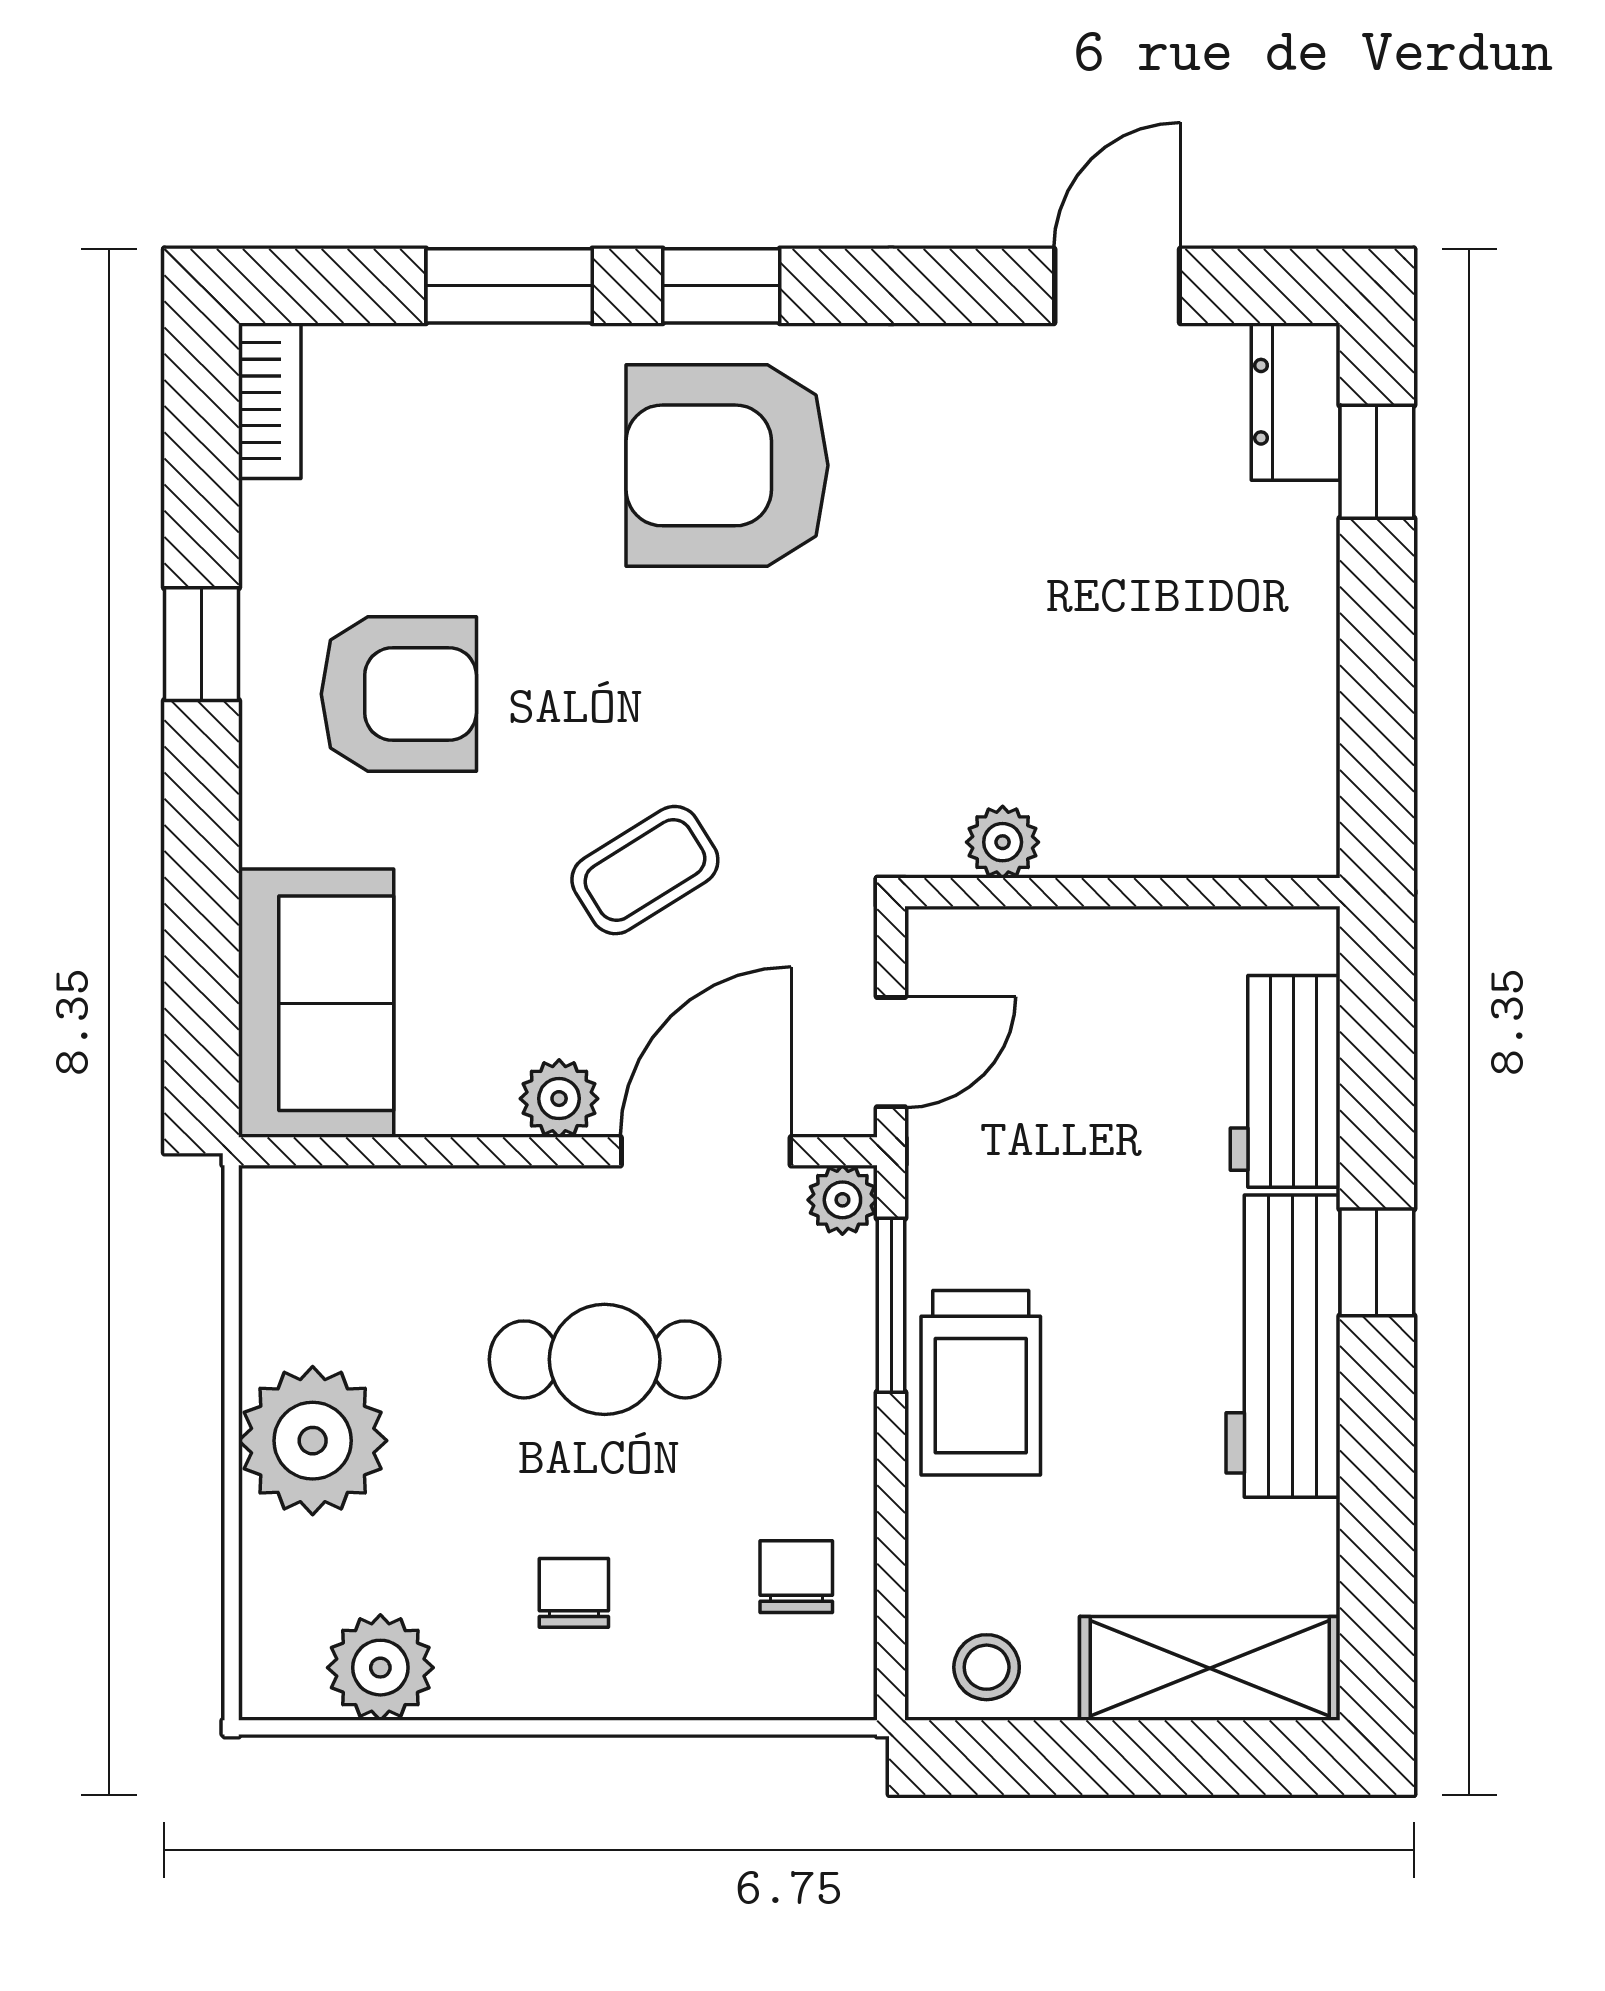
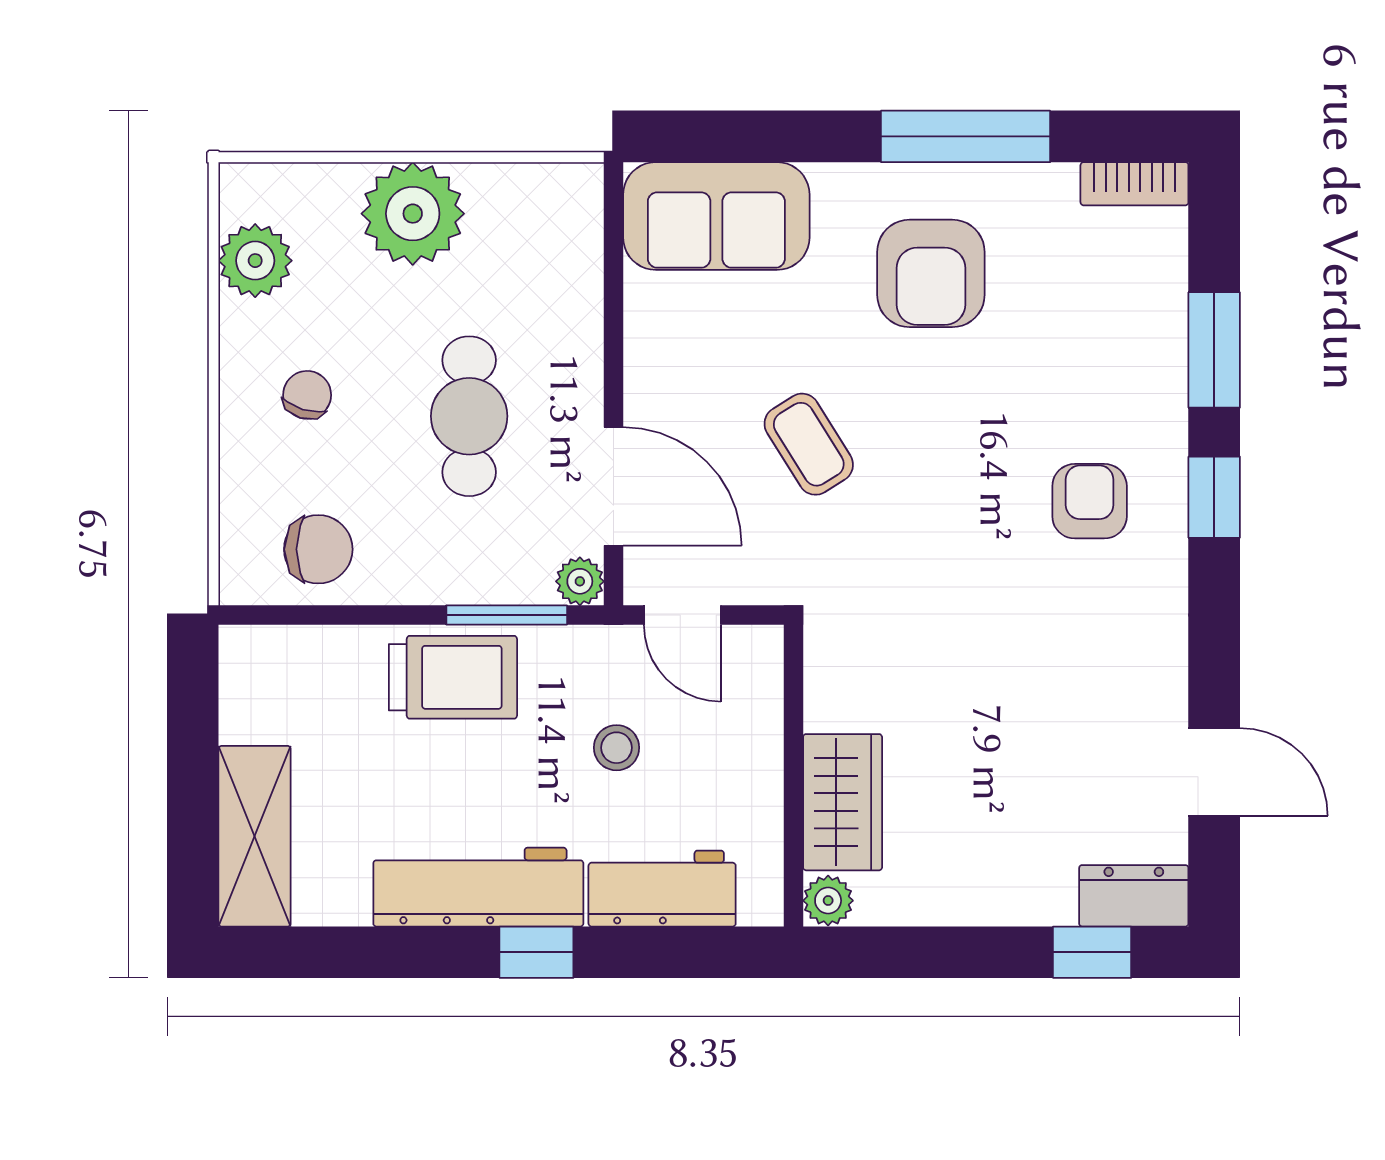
armchair: (727, 465) -> (1090, 501), width x0.53, depth x0.53
window: (201, 644) -> (966, 136), width x2.17
wardrobe: (1161, 821) -> (843, 802), added
plant: (1003, 842) -> (828, 901), moved
plant: (559, 1099) -> (650, 385), removed
trolley: (981, 1383) -> (453, 677), turned 180
chair: (796, 1577) -> (318, 549), width x1.37, depth x1.37
chair: (574, 1593) -> (307, 395), turned -73
stool: (987, 1667) -> (617, 748), moved

